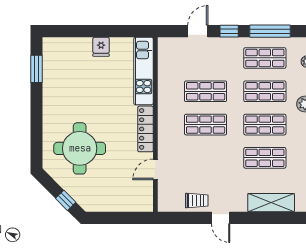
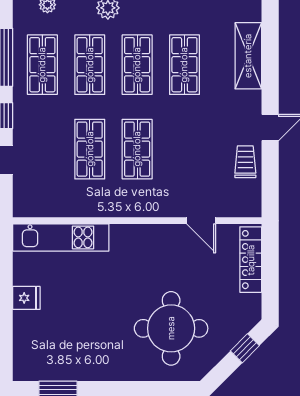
locker: (145, 129) -> (251, 260), moved, turned 90

